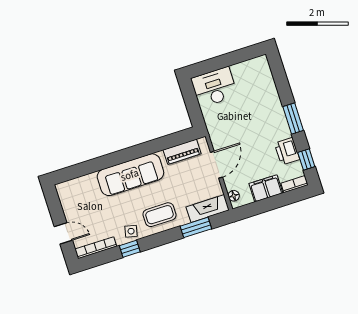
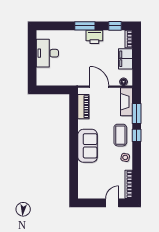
desk: (214, 87) -> (47, 53), moved
printer: (287, 151) -> (94, 37), moved
sofa: (130, 175) -> (88, 146), width x0.73
window: (130, 249) -> (137, 135), moved

